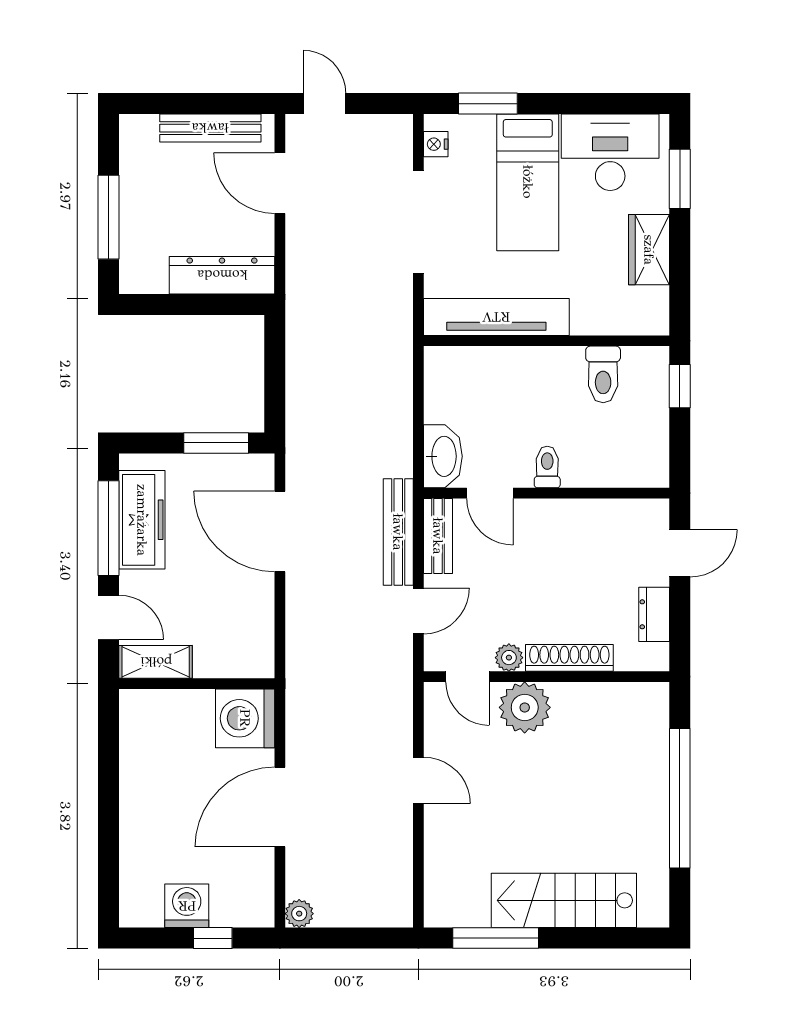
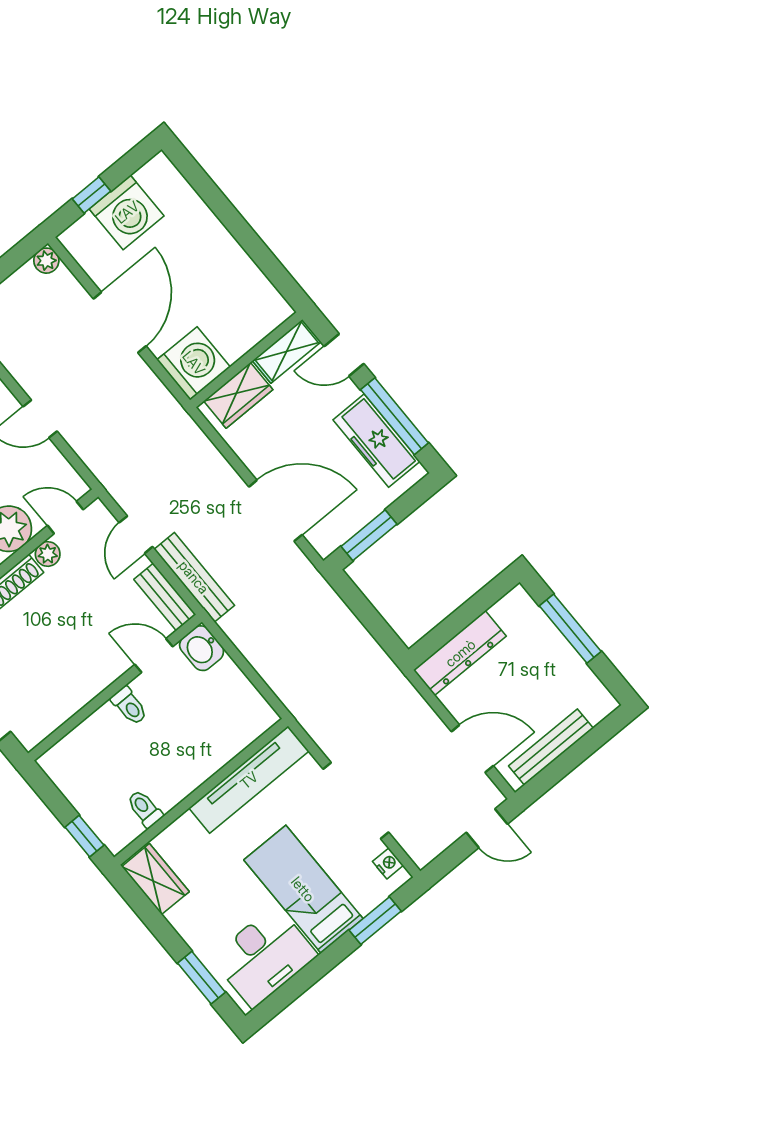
wardrobe: (649, 250) -> (155, 879), moved
toilet: (603, 374) -> (145, 809), width x0.73, depth x0.72
washbasin: (443, 456) -> (202, 648), width x0.72
wardrobe: (229, 658) -> (238, 395), added
washing machine: (187, 906) -> (127, 212), width x1.37, depth x1.37

